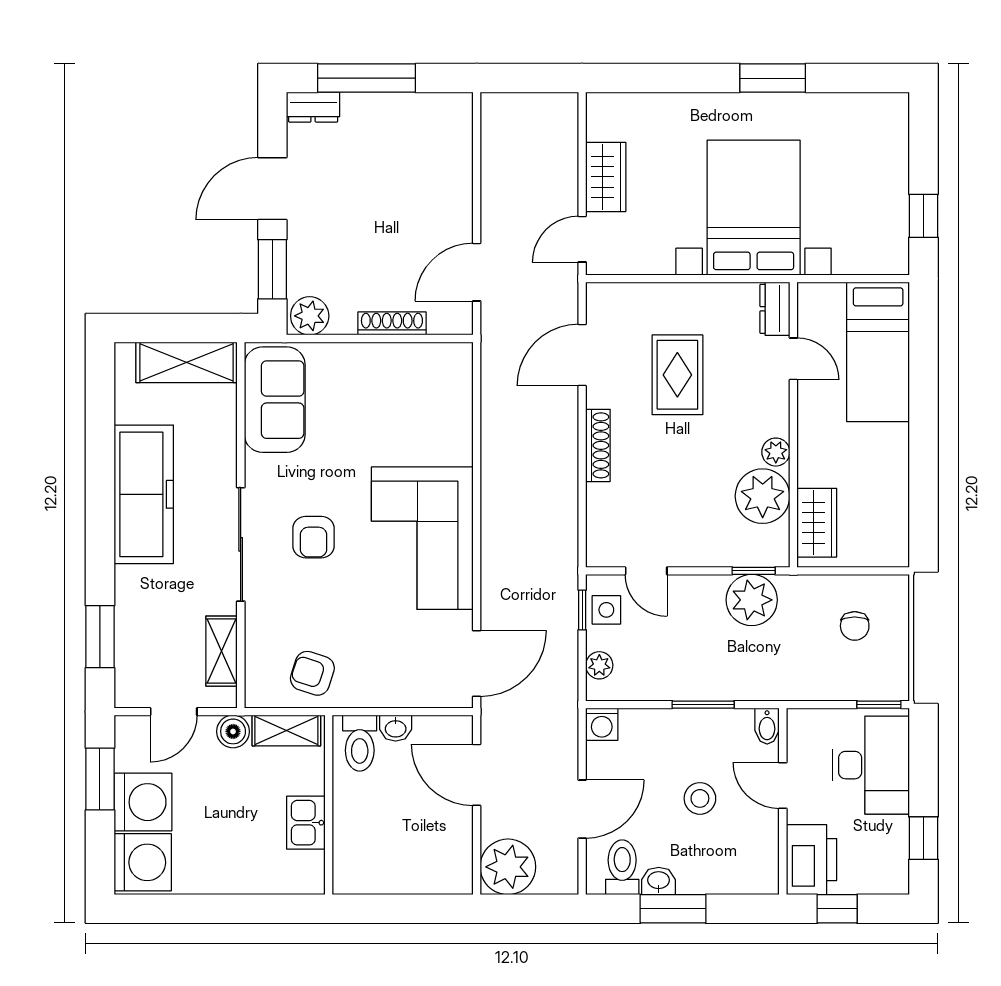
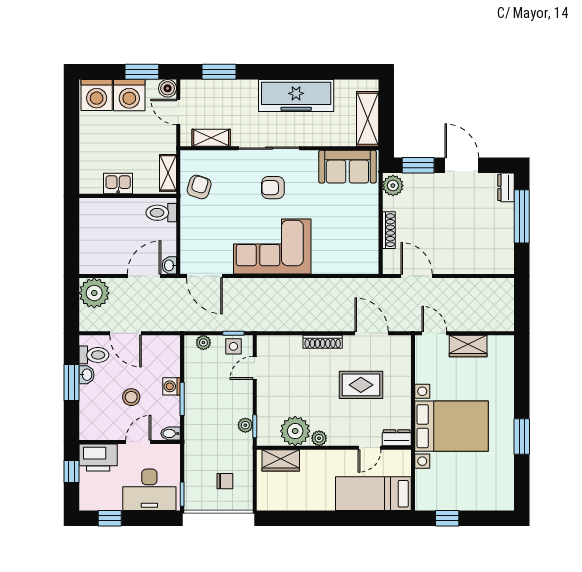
plant: (752, 600) -> (245, 425), width x0.53, depth x0.53
chair: (855, 626) -> (225, 481), turned 180
washing machine: (602, 724) -> (171, 386), moved
washbasin: (396, 728) -> (169, 265), moved
boiler: (233, 731) -> (168, 88), moved

